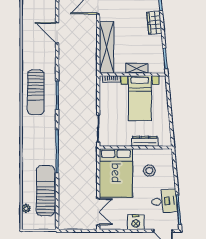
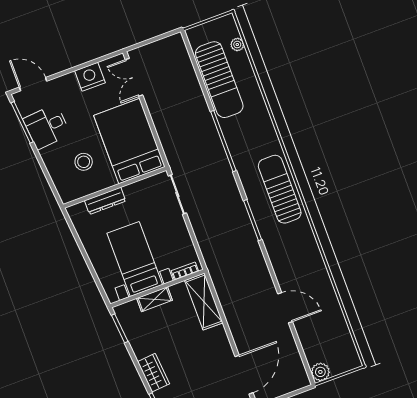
shelving: (106, 47) -> (204, 302), width x0.68
sun lounger: (36, 92) -> (280, 189), moved
nightstand: (136, 222) -> (90, 77), moved

